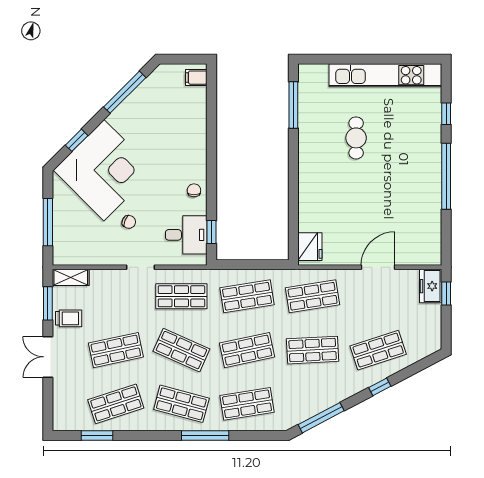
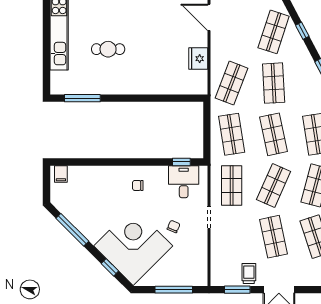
chair: (194, 190) -> (138, 185), moved
fridge: (310, 247) -> (198, 59), moved, turned -90
door: (378, 267) -> (209, 17), moved
shelving: (71, 277) -> (217, 272), removed
shop shelf: (313, 296) -> (232, 83), turned 30
shop shelf: (378, 350) -> (274, 32), turned 36

